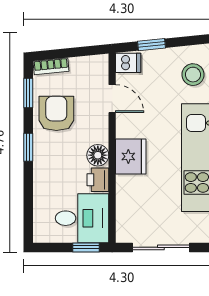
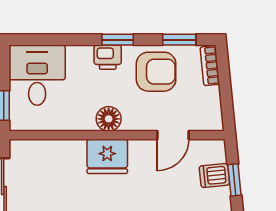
dishwasher: (128, 63) -> (214, 175), moved, turned 84
printer: (98, 180) -> (108, 57), moved, turned 180
desk: (82, 218) -> (37, 75), moved, turned 180

